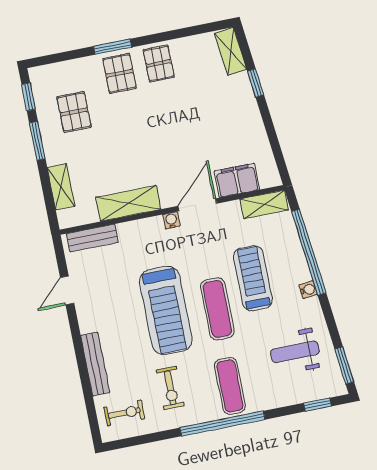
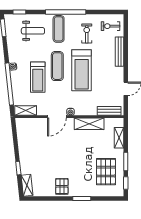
pallet: (120, 73) -> (81, 185), removed
pallet: (74, 112) -> (106, 172), width x1.50, depth x1.42
filing cabinet: (237, 180) -> (36, 124), removed
treadmill: (166, 310) -> (82, 70), turned 180
weight bench: (295, 352) -> (33, 31), moved

